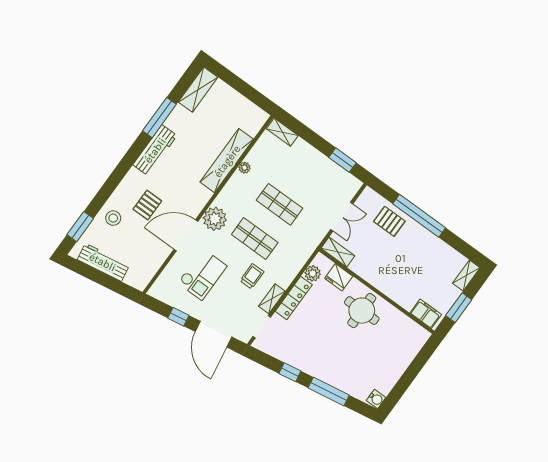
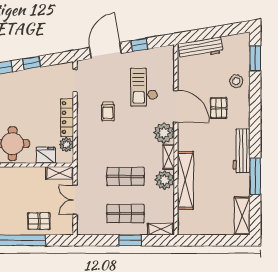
window: (343, 160) -> (130, 240), moved
plant: (244, 168) -> (165, 180), width x1.87, depth x1.87
door: (186, 235) -> (176, 106), hinge flipped
shop shelf: (255, 239) -> (125, 213), moved
workbench: (103, 262) -> (200, 48), moved
shelving: (272, 299) -> (169, 157), moved
door: (213, 334) -> (105, 51), hinge flipped

